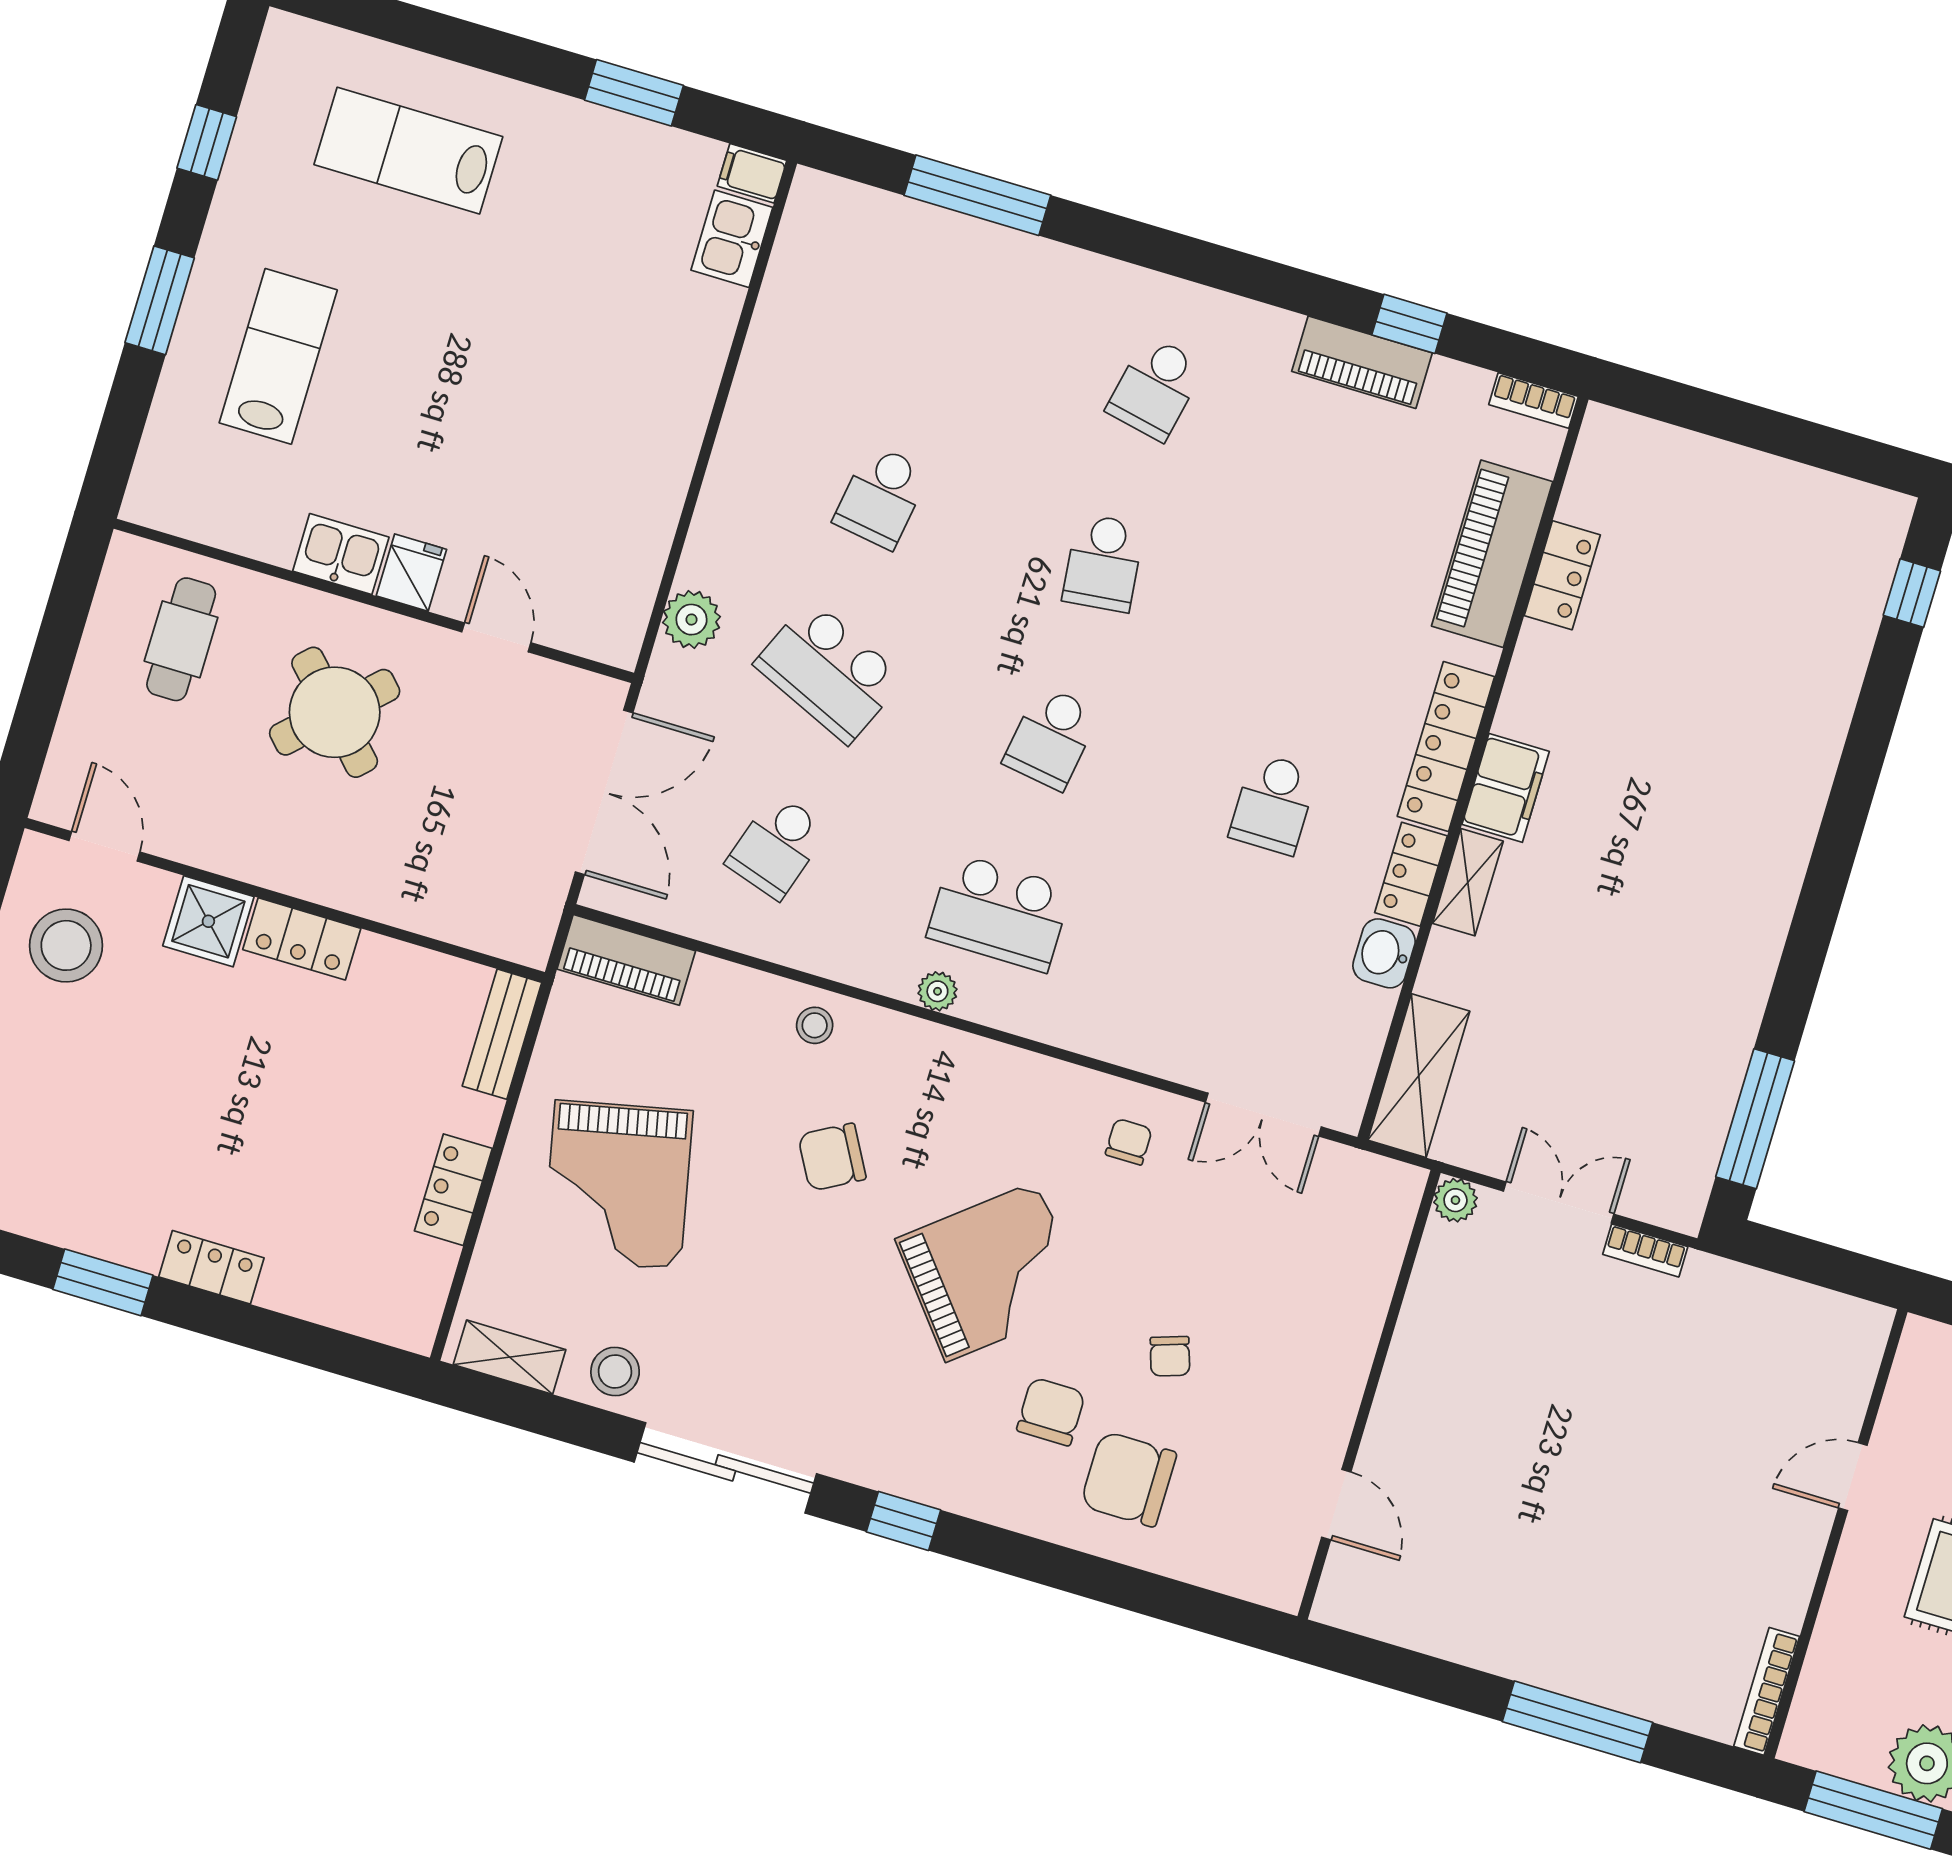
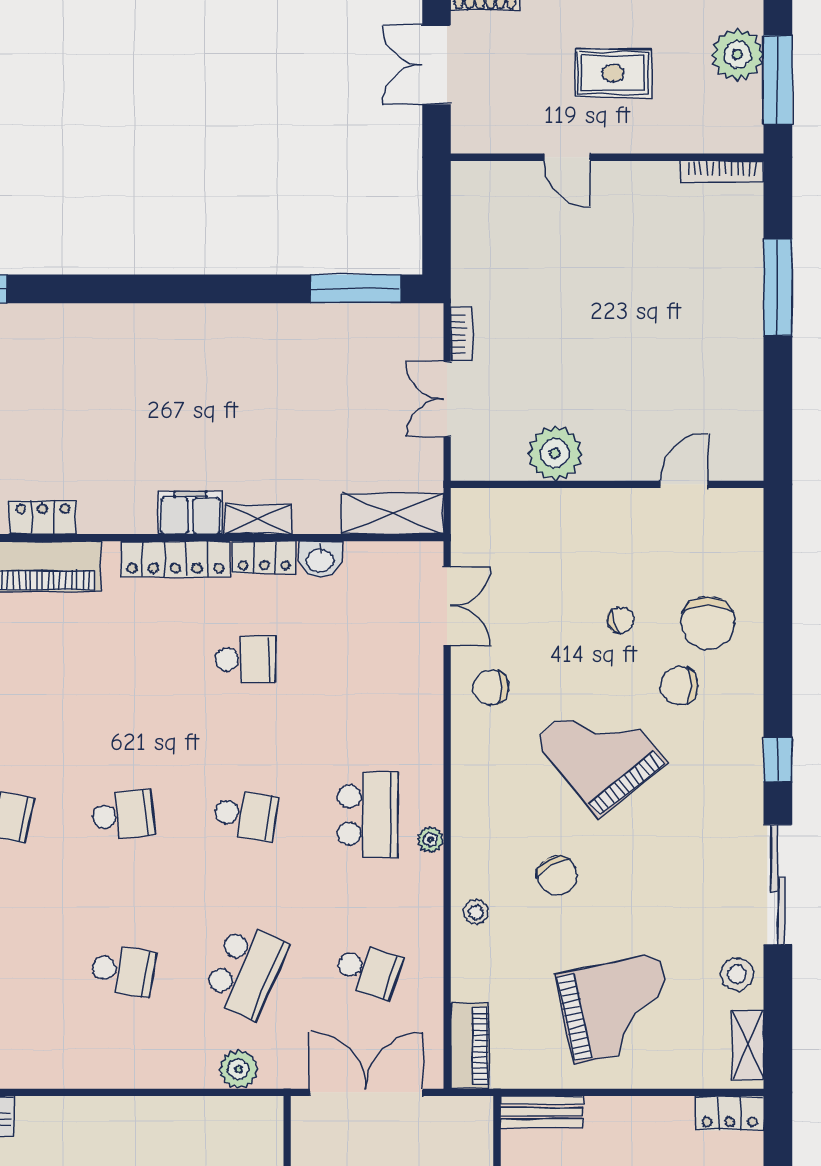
chair: (1129, 1142) -> (491, 688), width x1.37, depth x1.37
locker: (453, 1190) -> (730, 1113), moved
plant: (1455, 1200) -> (555, 453), moved, width x1.87, depth x1.87

